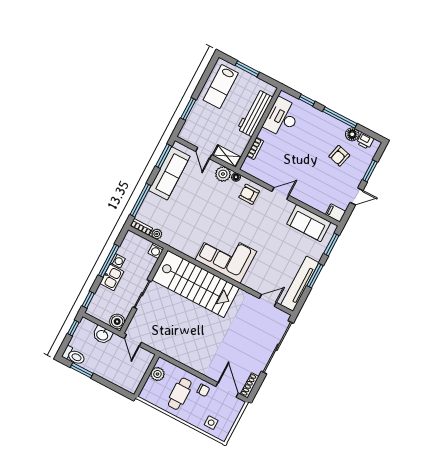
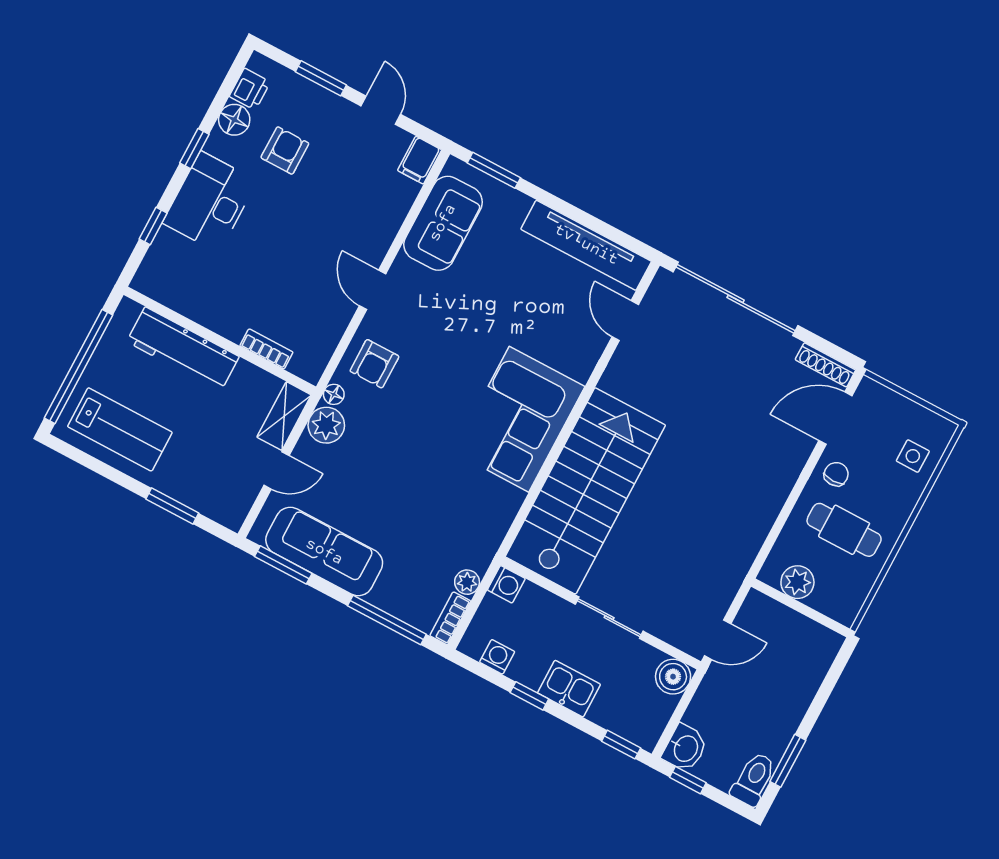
window: (247, 69) -> (78, 367), width x2.11
window: (340, 117) -> (194, 149), width x0.46
desk: (282, 118) -> (210, 202), moved, turned 90
armchair: (339, 156) -> (285, 150), turned -104
window: (109, 261) -> (529, 696), width x0.46
washing machine: (118, 261) -> (497, 657), moved
window: (315, 276) -> (567, 209), removed
washbasin: (102, 335) -> (685, 748), moved

